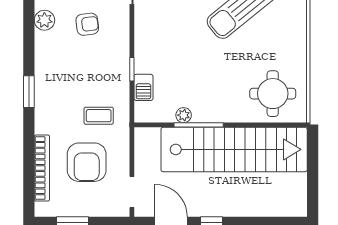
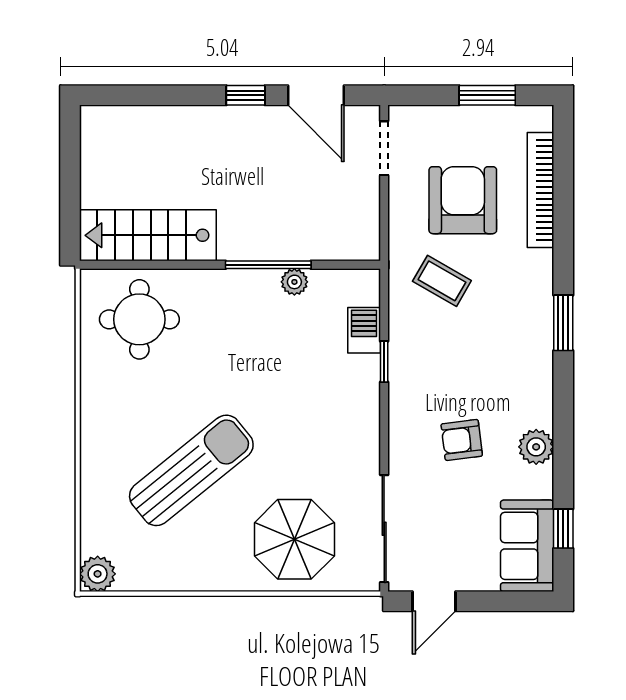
coffee table: (99, 116) -> (442, 281), turned 30
stairs: (234, 149) -> (148, 235), width x0.54, depth x0.66

